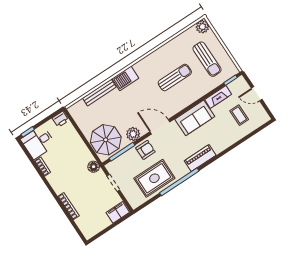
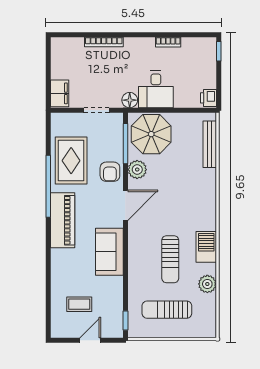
plant: (202, 27) -> (207, 284), moved
barbecue: (125, 78) -> (206, 247), moved
bench: (99, 93) -> (210, 144), moved
fireplace: (218, 97) -> (116, 294), removed
desk: (38, 142) -> (156, 89), moved, turned 180
piano: (200, 158) -> (63, 220), width x1.37, depth x1.33

